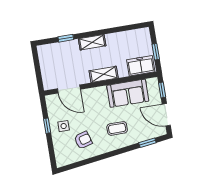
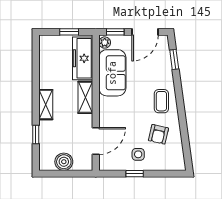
boiler: (47, 65) -> (64, 162), added
freezer: (141, 66) -> (83, 58), width x1.40
plant: (152, 83) -> (105, 43), added
coffee table: (117, 128) -> (161, 101), moved
armchair: (83, 140) -> (158, 134), turned -151

